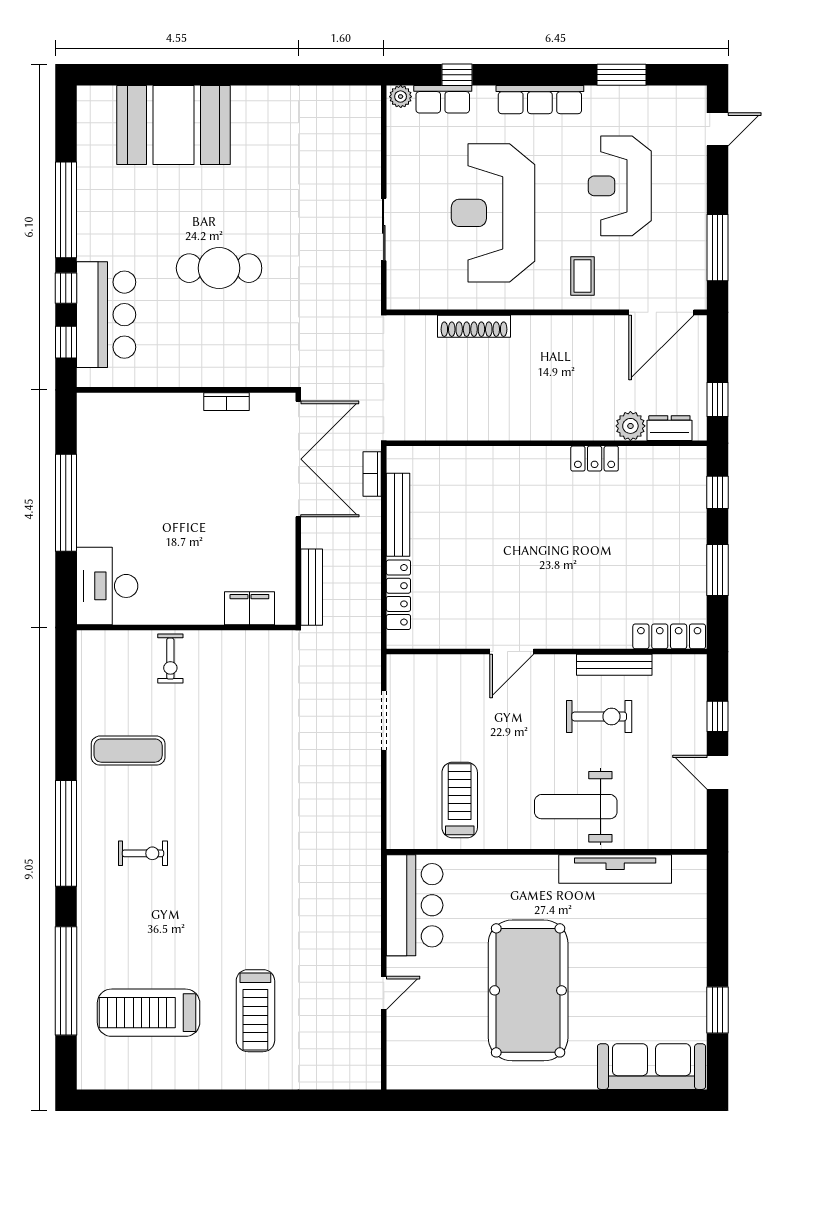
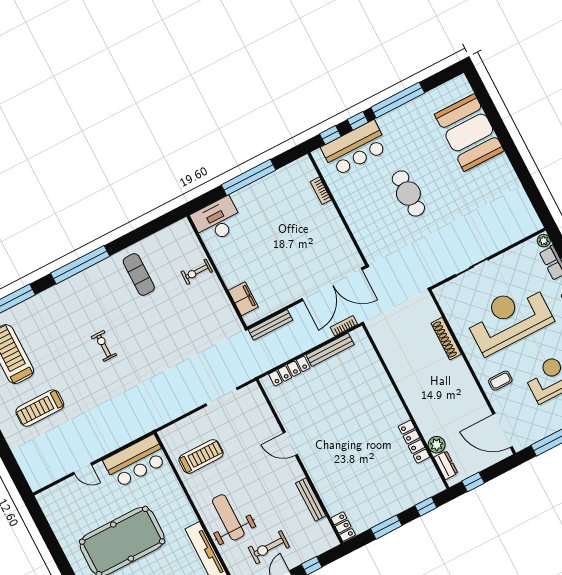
bookcase: (227, 402) -> (321, 191), moved
locker: (595, 459) -> (414, 442), width x1.53
locker: (669, 636) -> (343, 527), width x0.66
exercise bike: (599, 717) -> (269, 547), moved, turned 90
exercise bike: (143, 853) -> (104, 346), moved, turned 180

